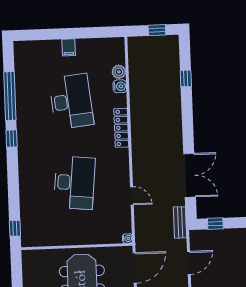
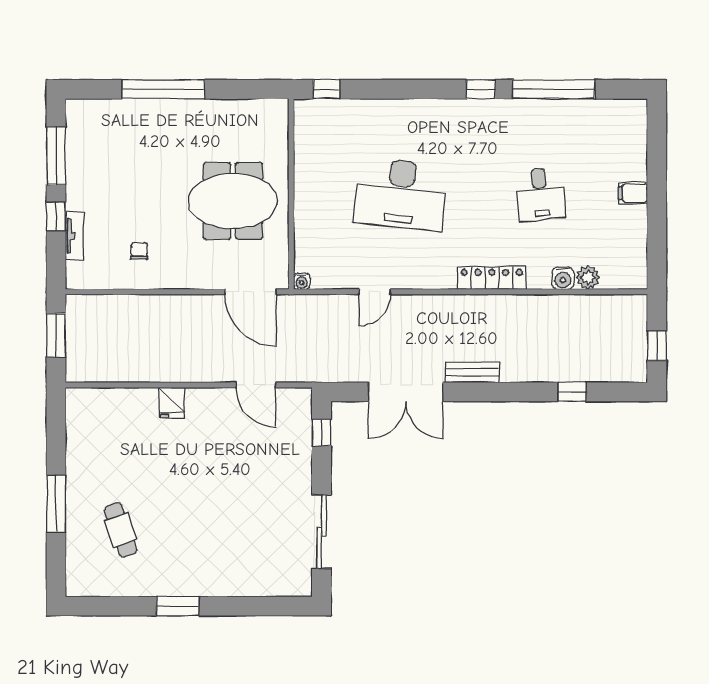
desk: (71, 101) -> (540, 194), width x0.53, depth x0.77
bench: (180, 222) -> (472, 372), moved

